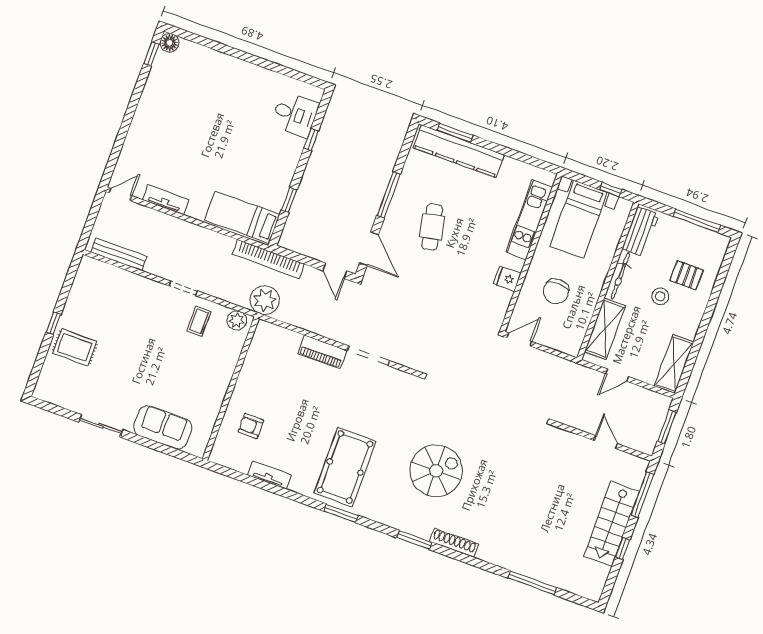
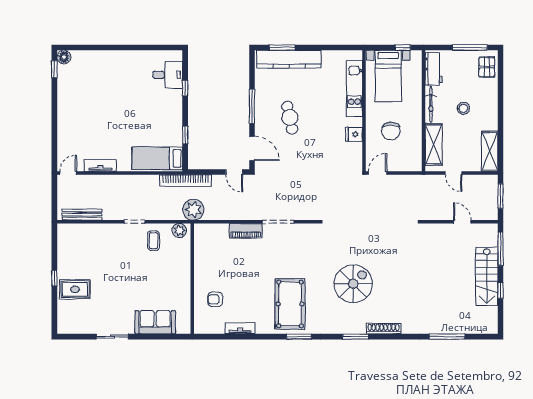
pallet: (687, 275) -> (487, 67), moved, turned 90
door: (617, 375) -> (453, 173), hinge flipped

